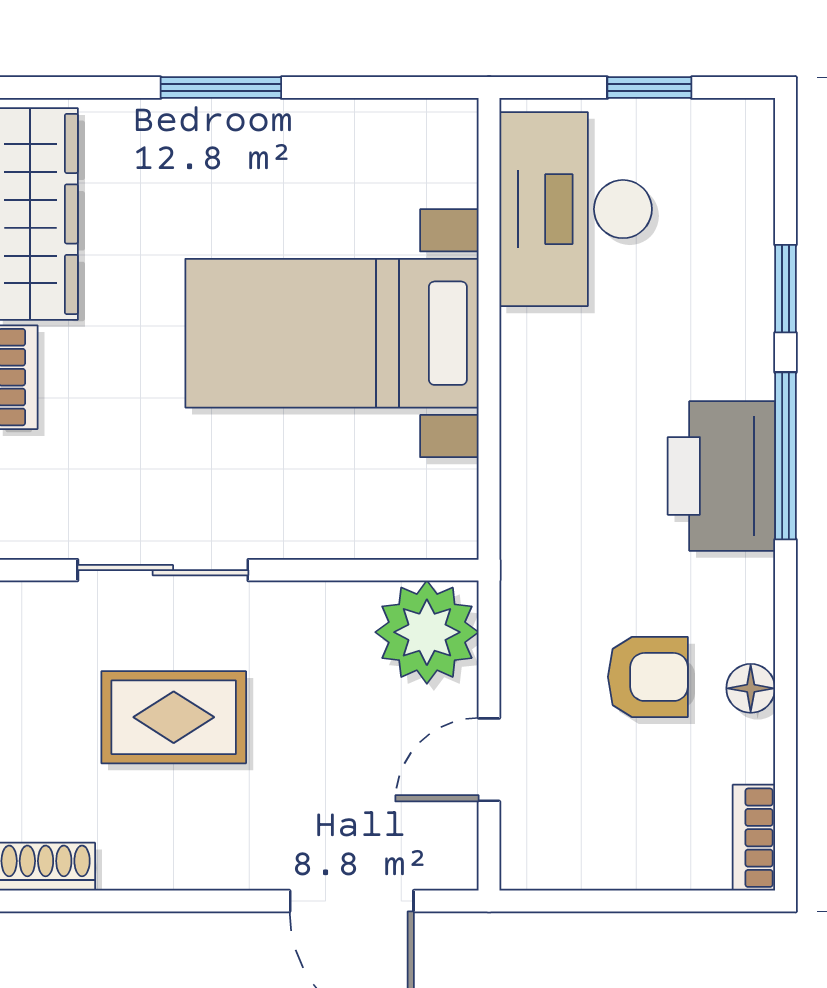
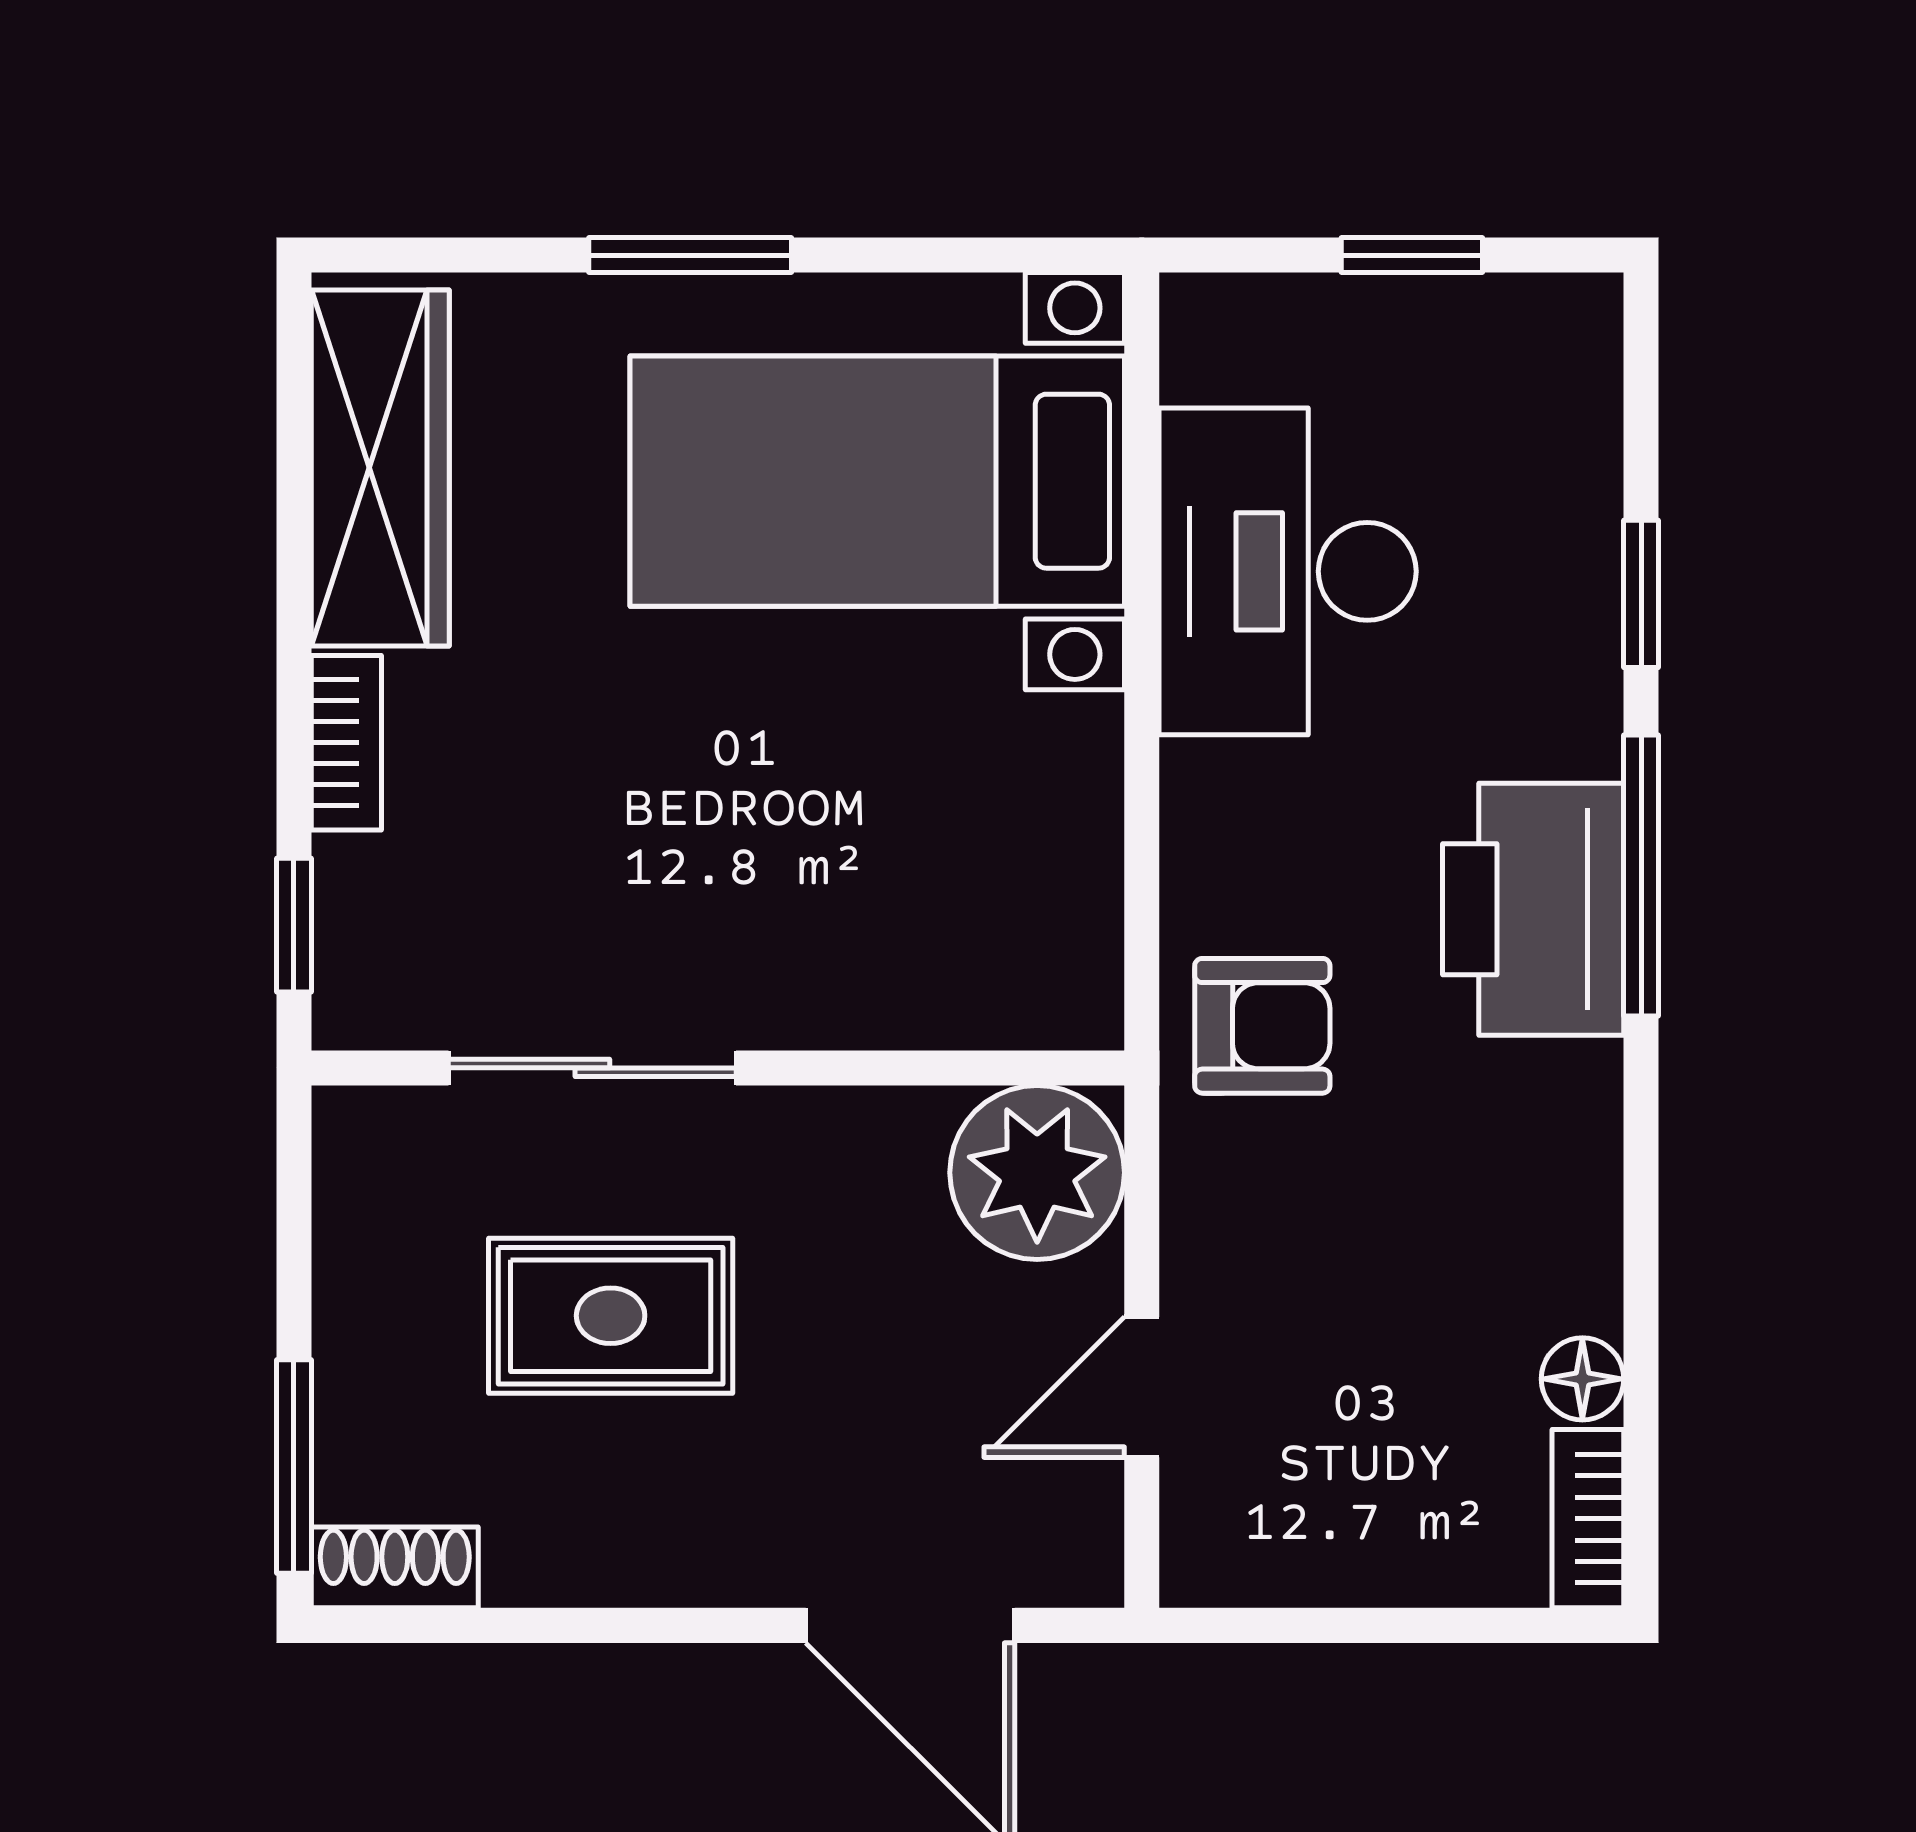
desk: (576, 209) -> (1288, 571), moved
bed with nightstands: (332, 333) -> (877, 481), moved
armchair: (648, 677) -> (1262, 1026), moved
floor lamp: (751, 688) -> (1582, 1379), moved

